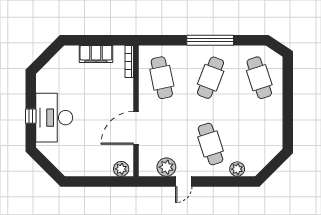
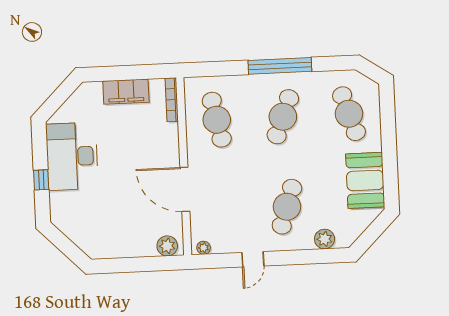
desk: (54, 118) -> (72, 156), moved
booth: (269, 127) -> (365, 180), added
door: (136, 128) -> (185, 189), hinge flipped
cafe table: (211, 144) -> (287, 207), turned 36
plant: (166, 167) -> (204, 248), moved, width x0.53, depth x0.53

